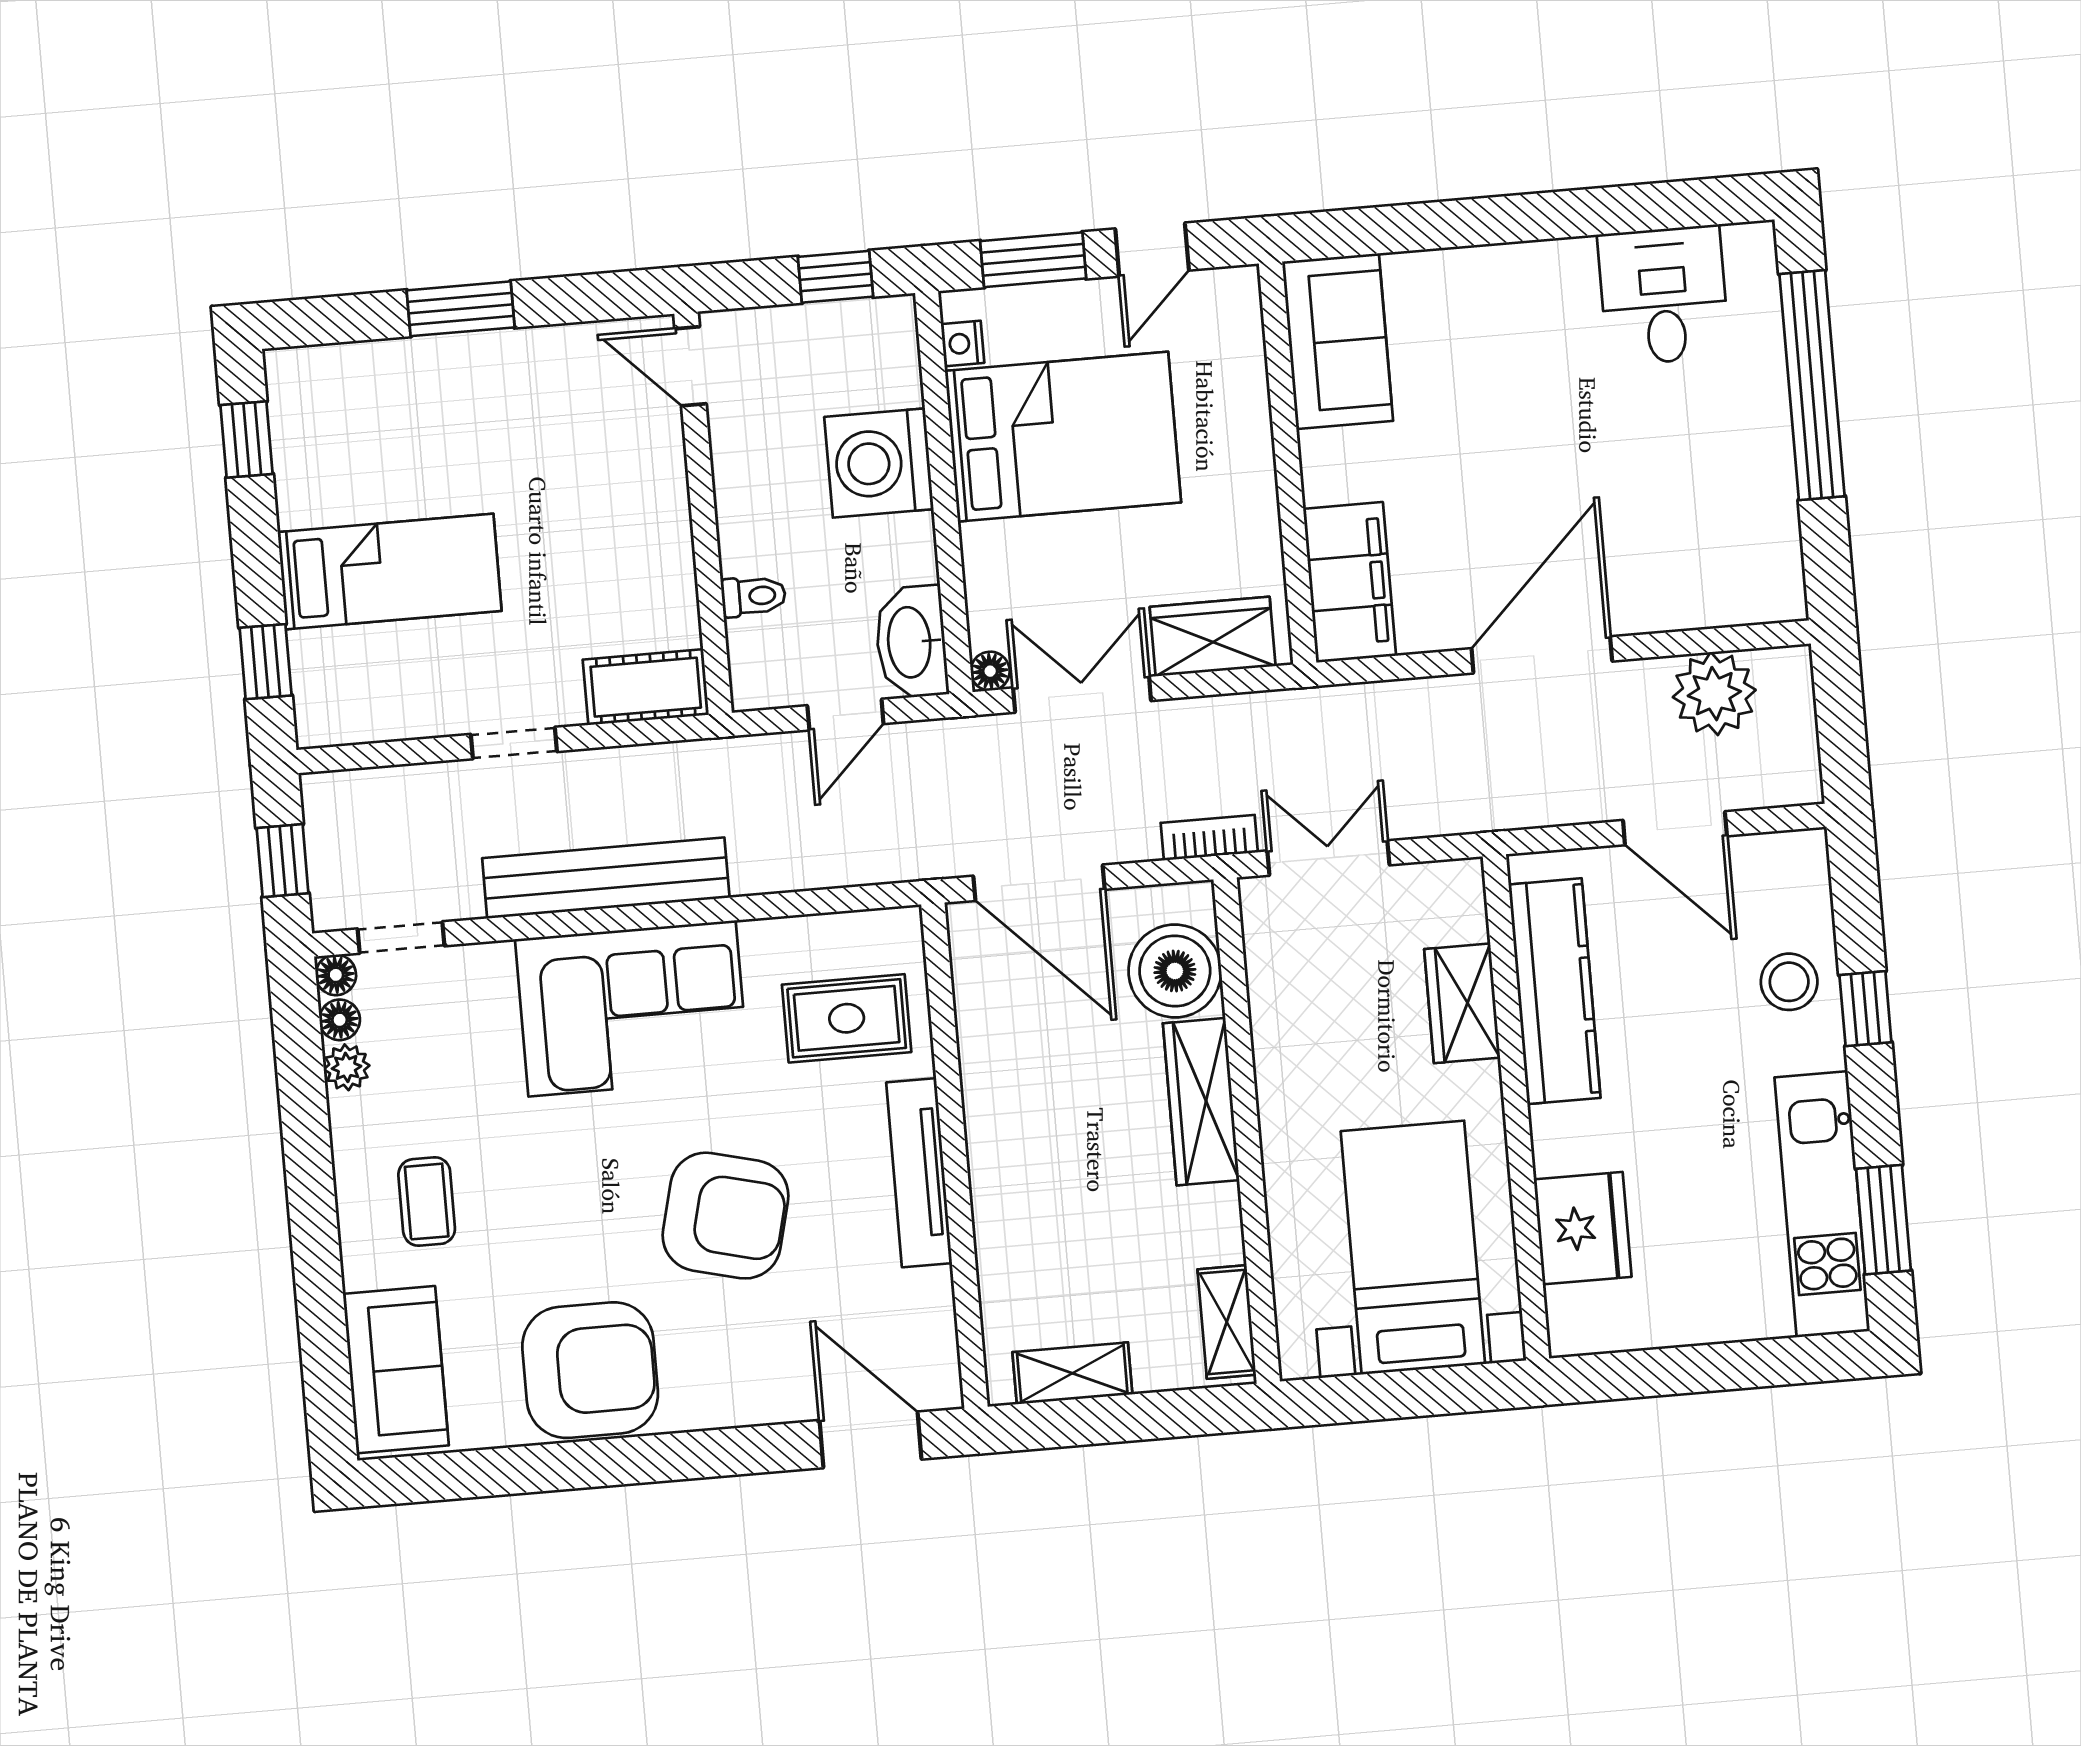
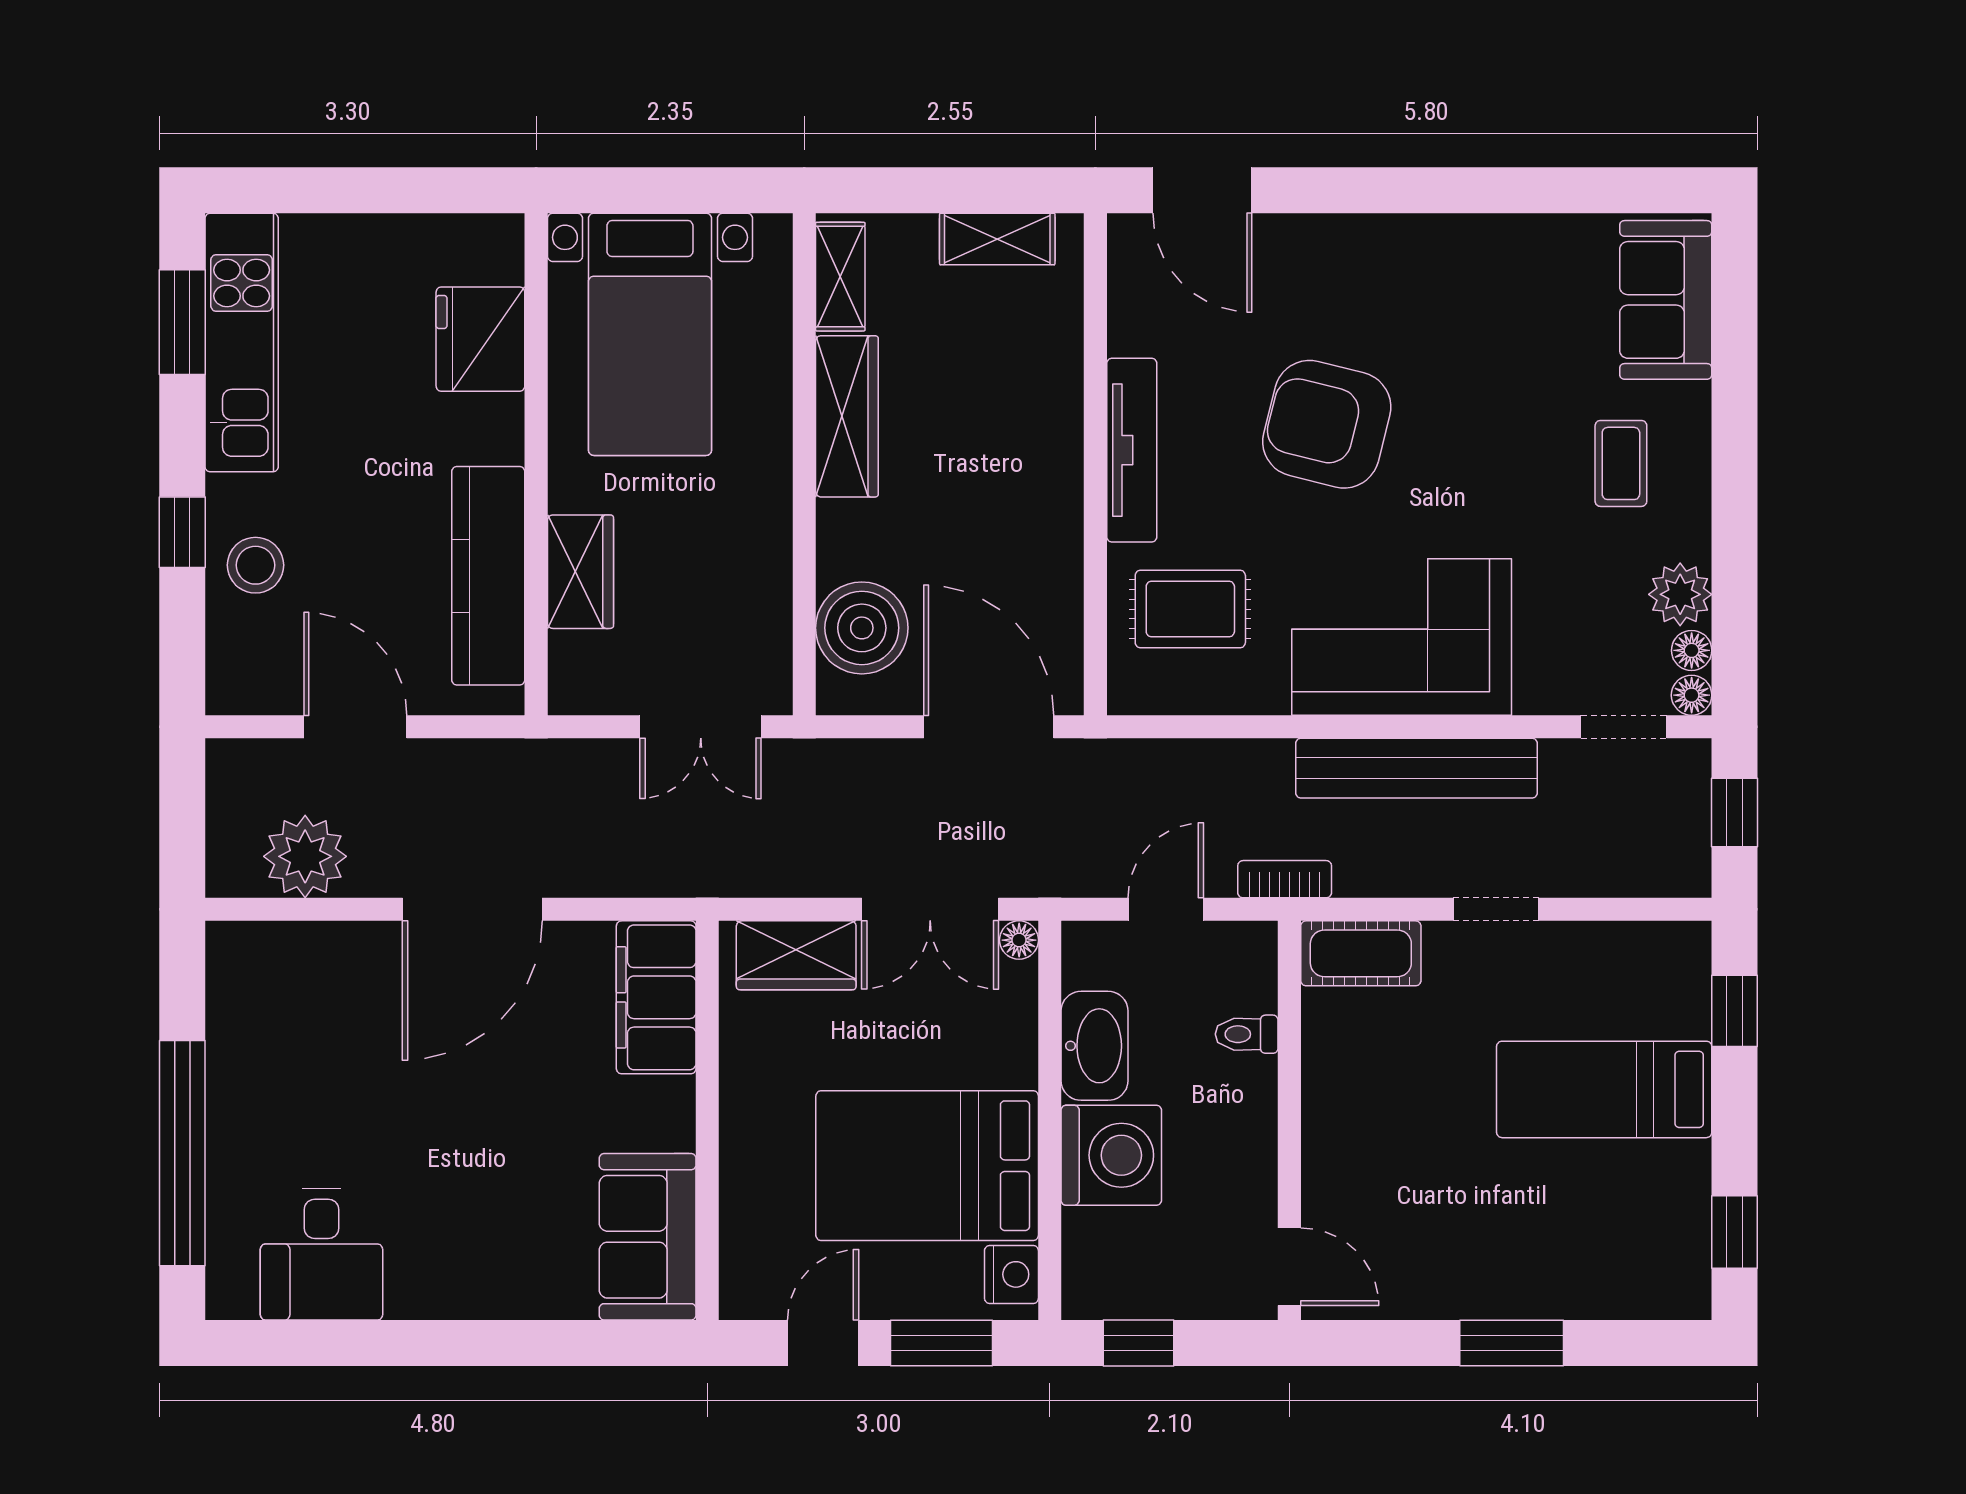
nightstand: (963, 343) -> (1011, 1274), width x1.39, depth x1.35
washbasin: (911, 642) -> (1095, 1046), moved
bookcase: (1209, 838) -> (1285, 879), moved, turned 180
plant: (347, 1067) -> (1680, 594), width x1.38, depth x1.38
wardrobe: (1201, 1102) -> (847, 416), moved
armchair: (590, 1370) -> (1474, 283), removed

